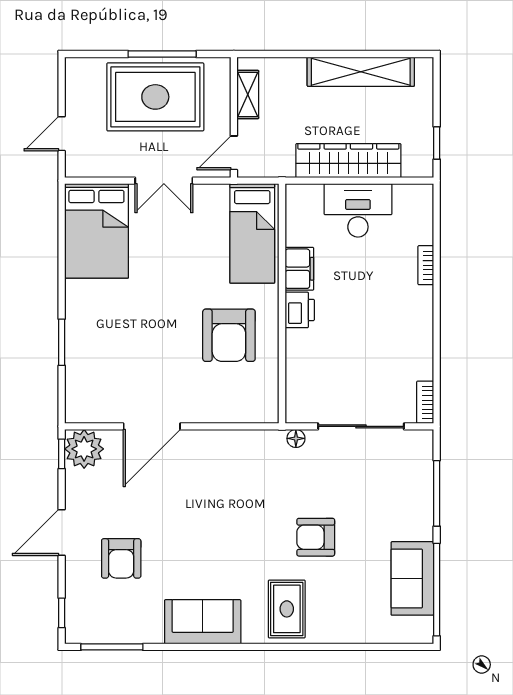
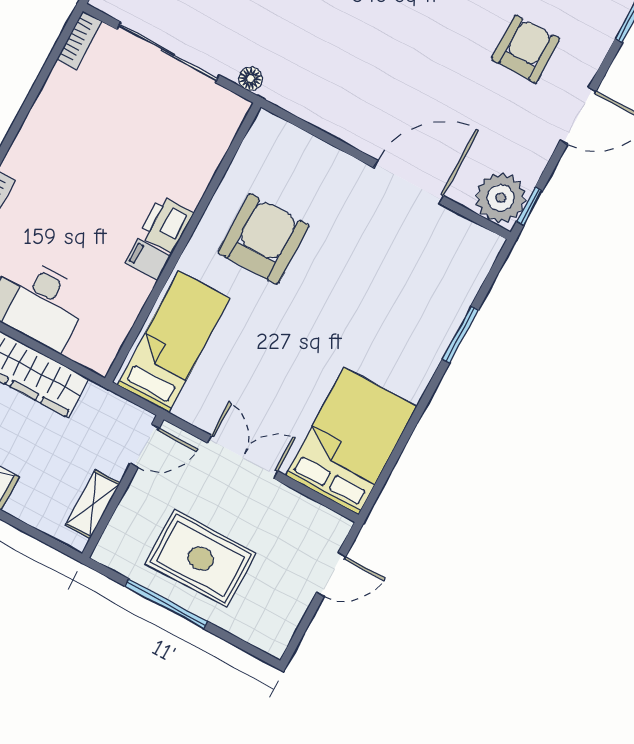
rug: (155, 97) -> (201, 559), width x0.73, depth x0.69
filing cabinet: (299, 269) -> (148, 259), width x0.50

